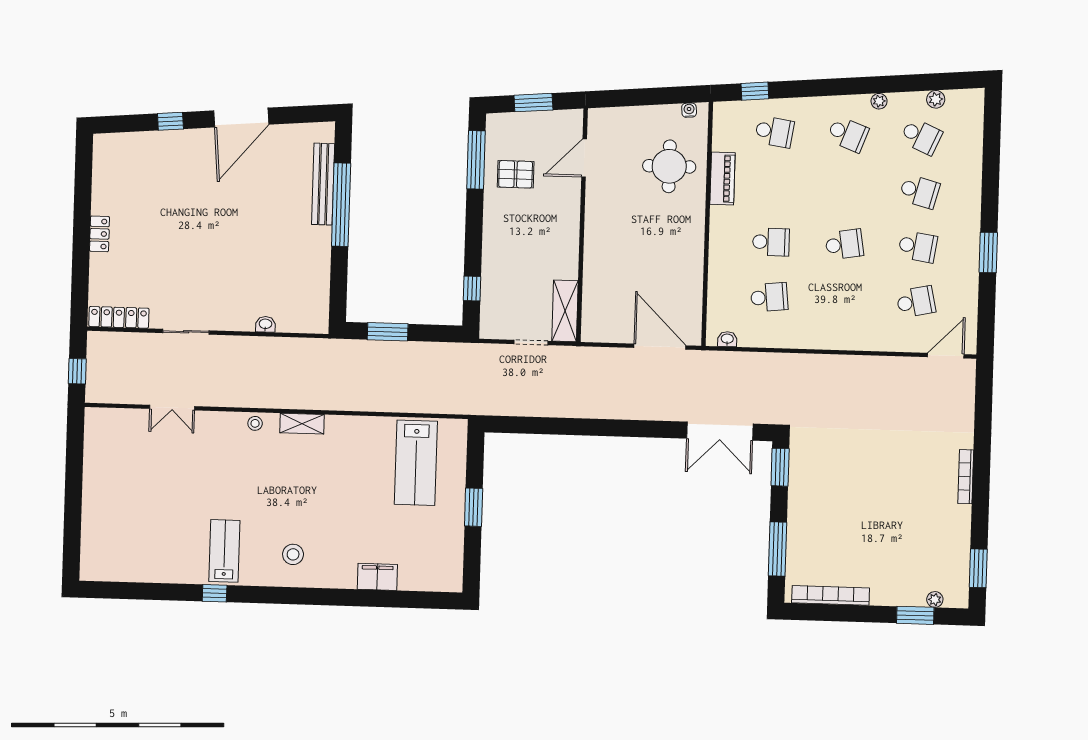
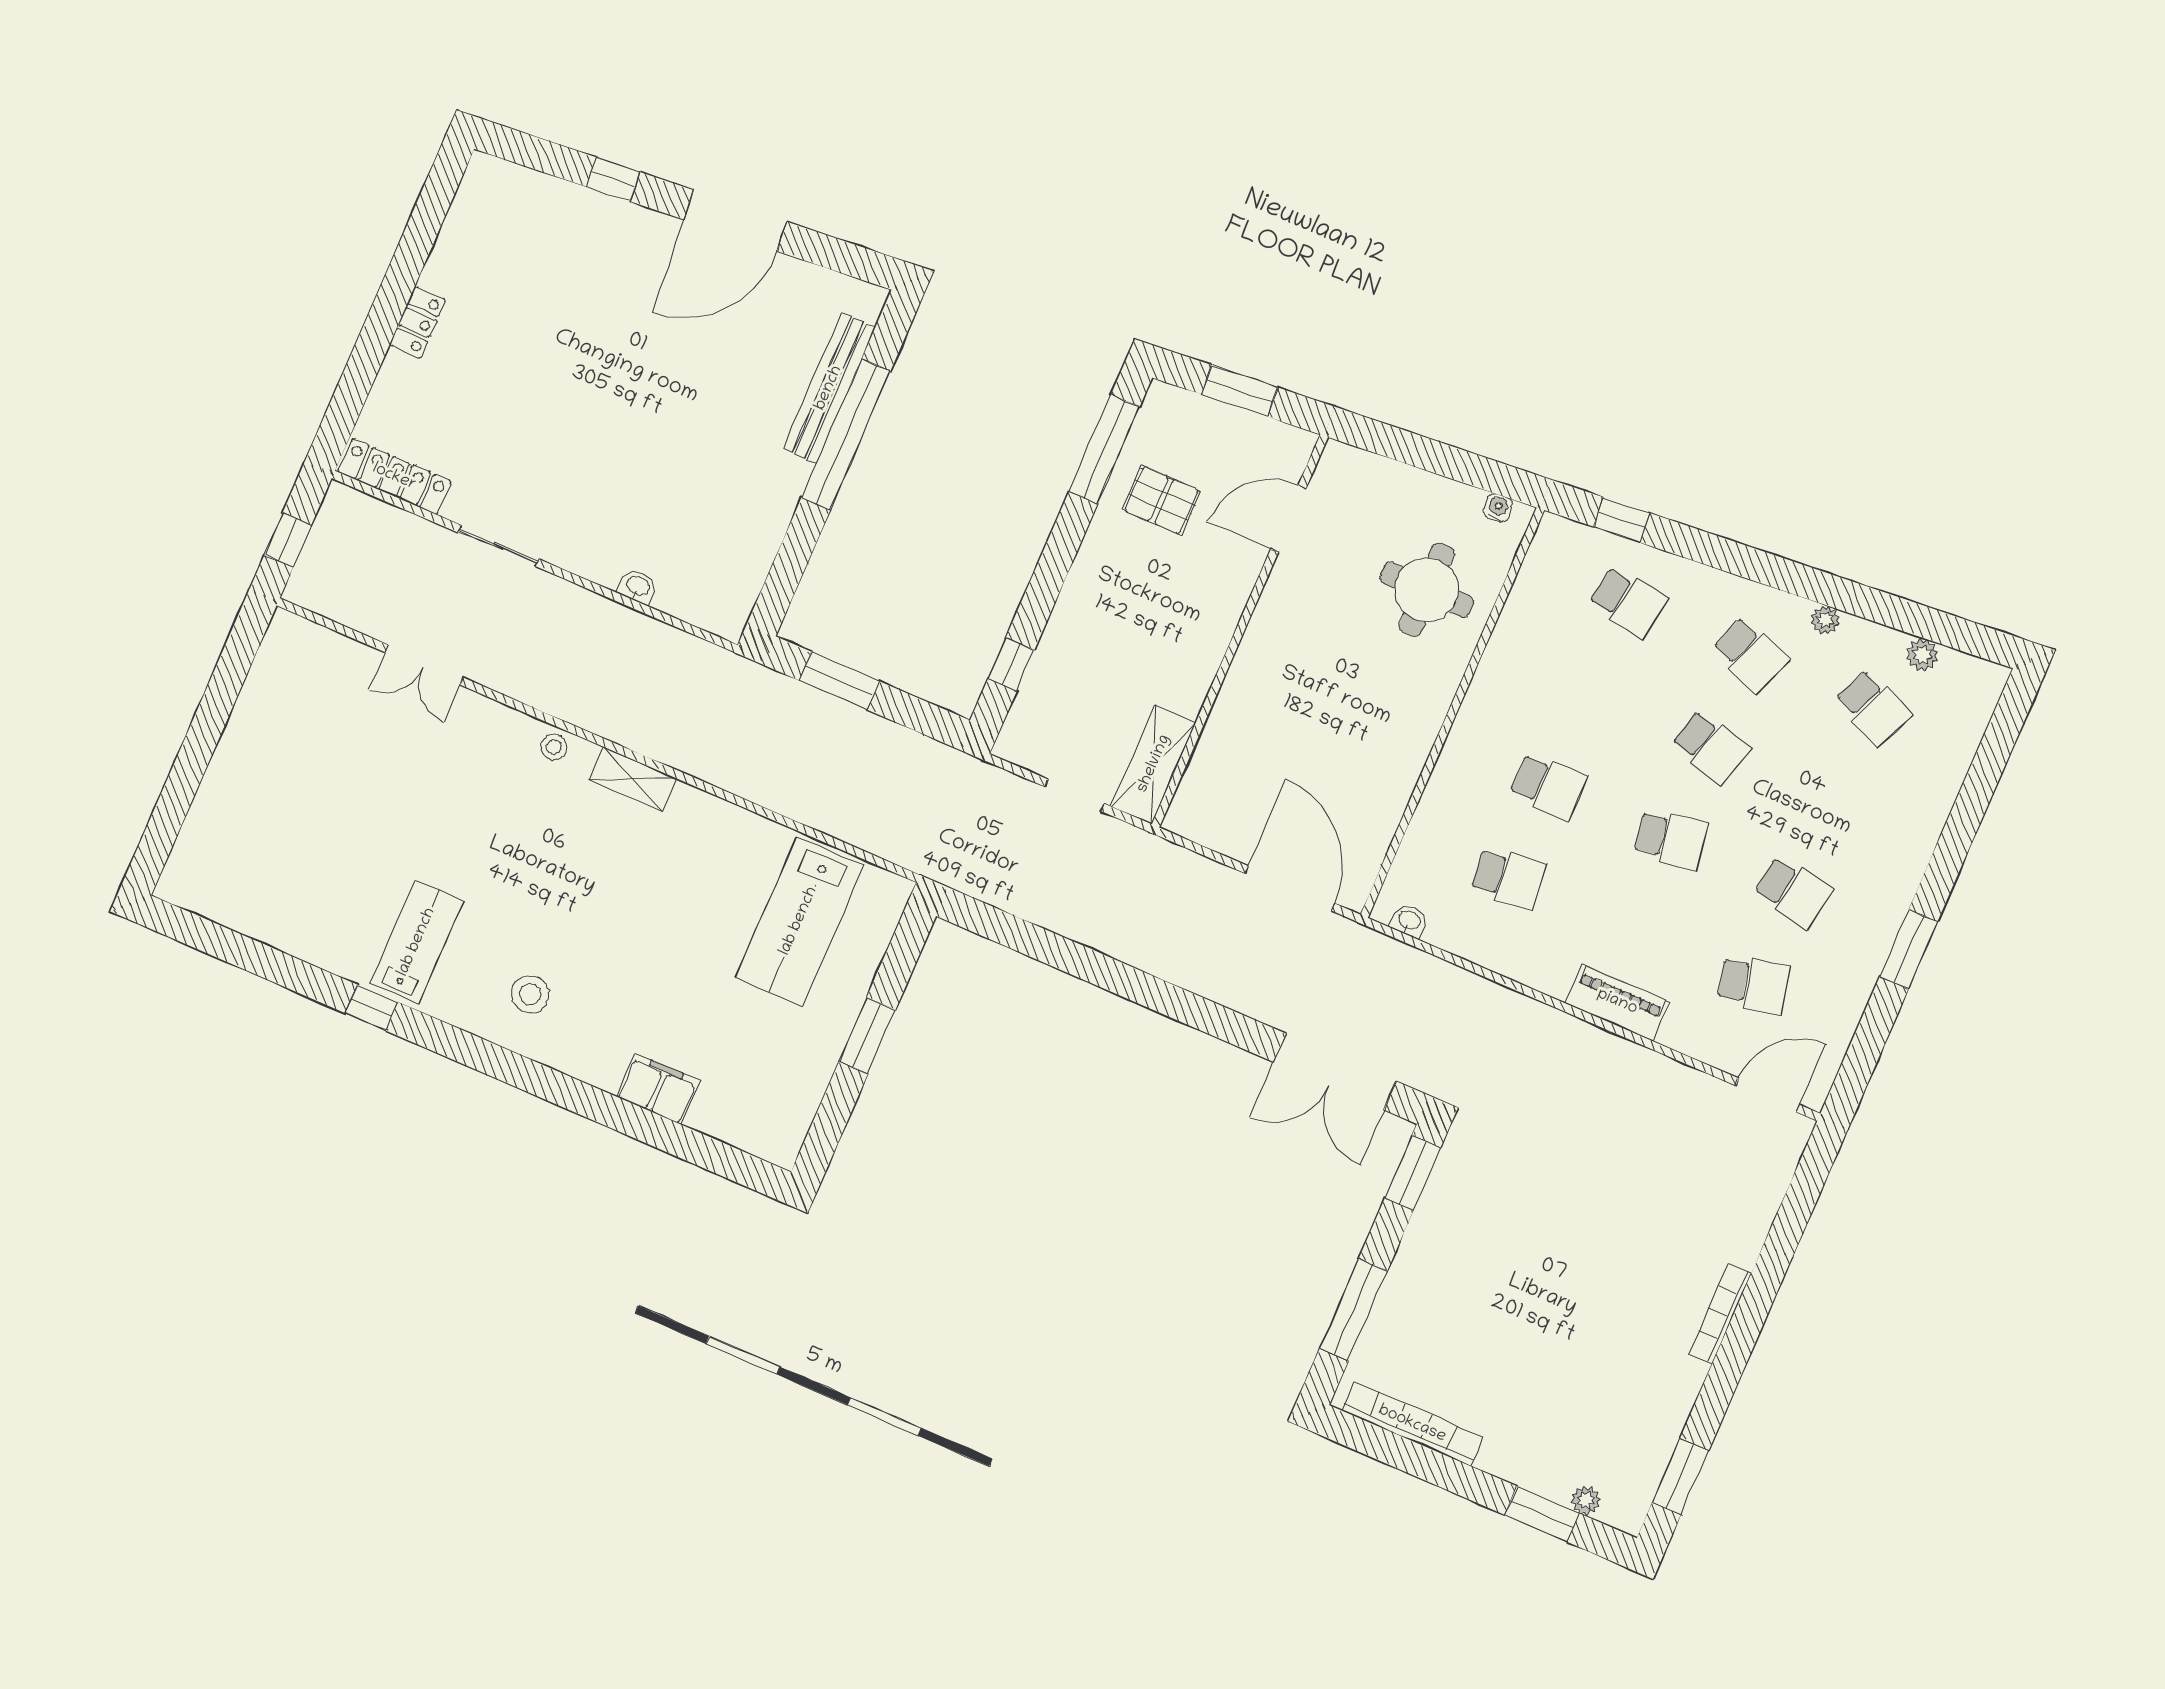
piano: (722, 179) -> (1617, 1002), moved, turned -90
school desk: (919, 192) -> (1710, 747), moved

